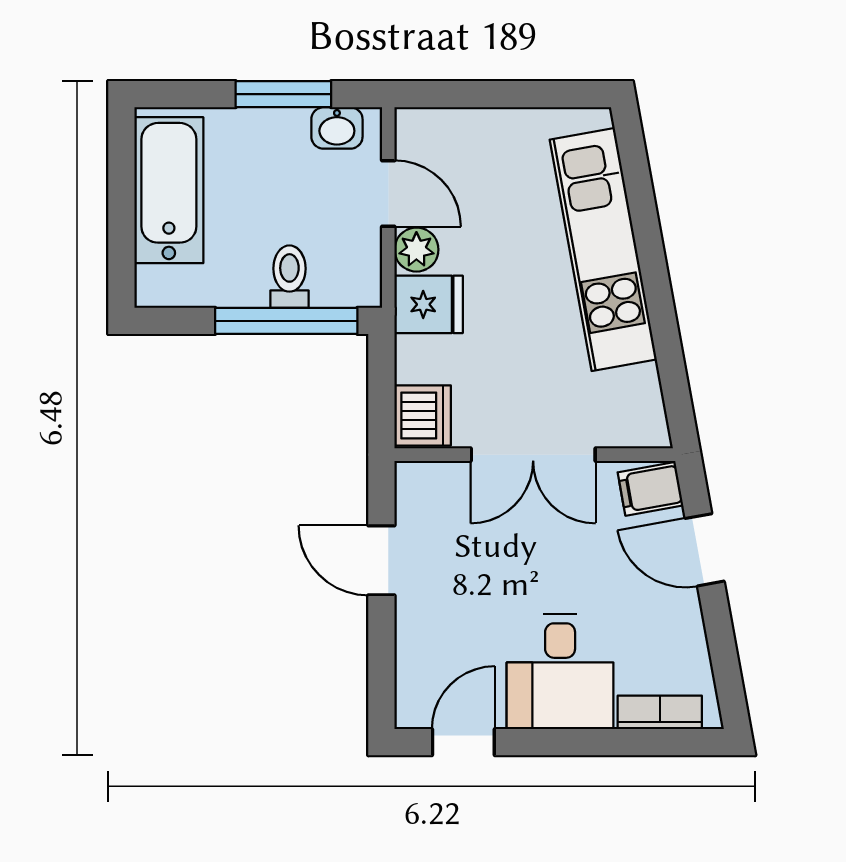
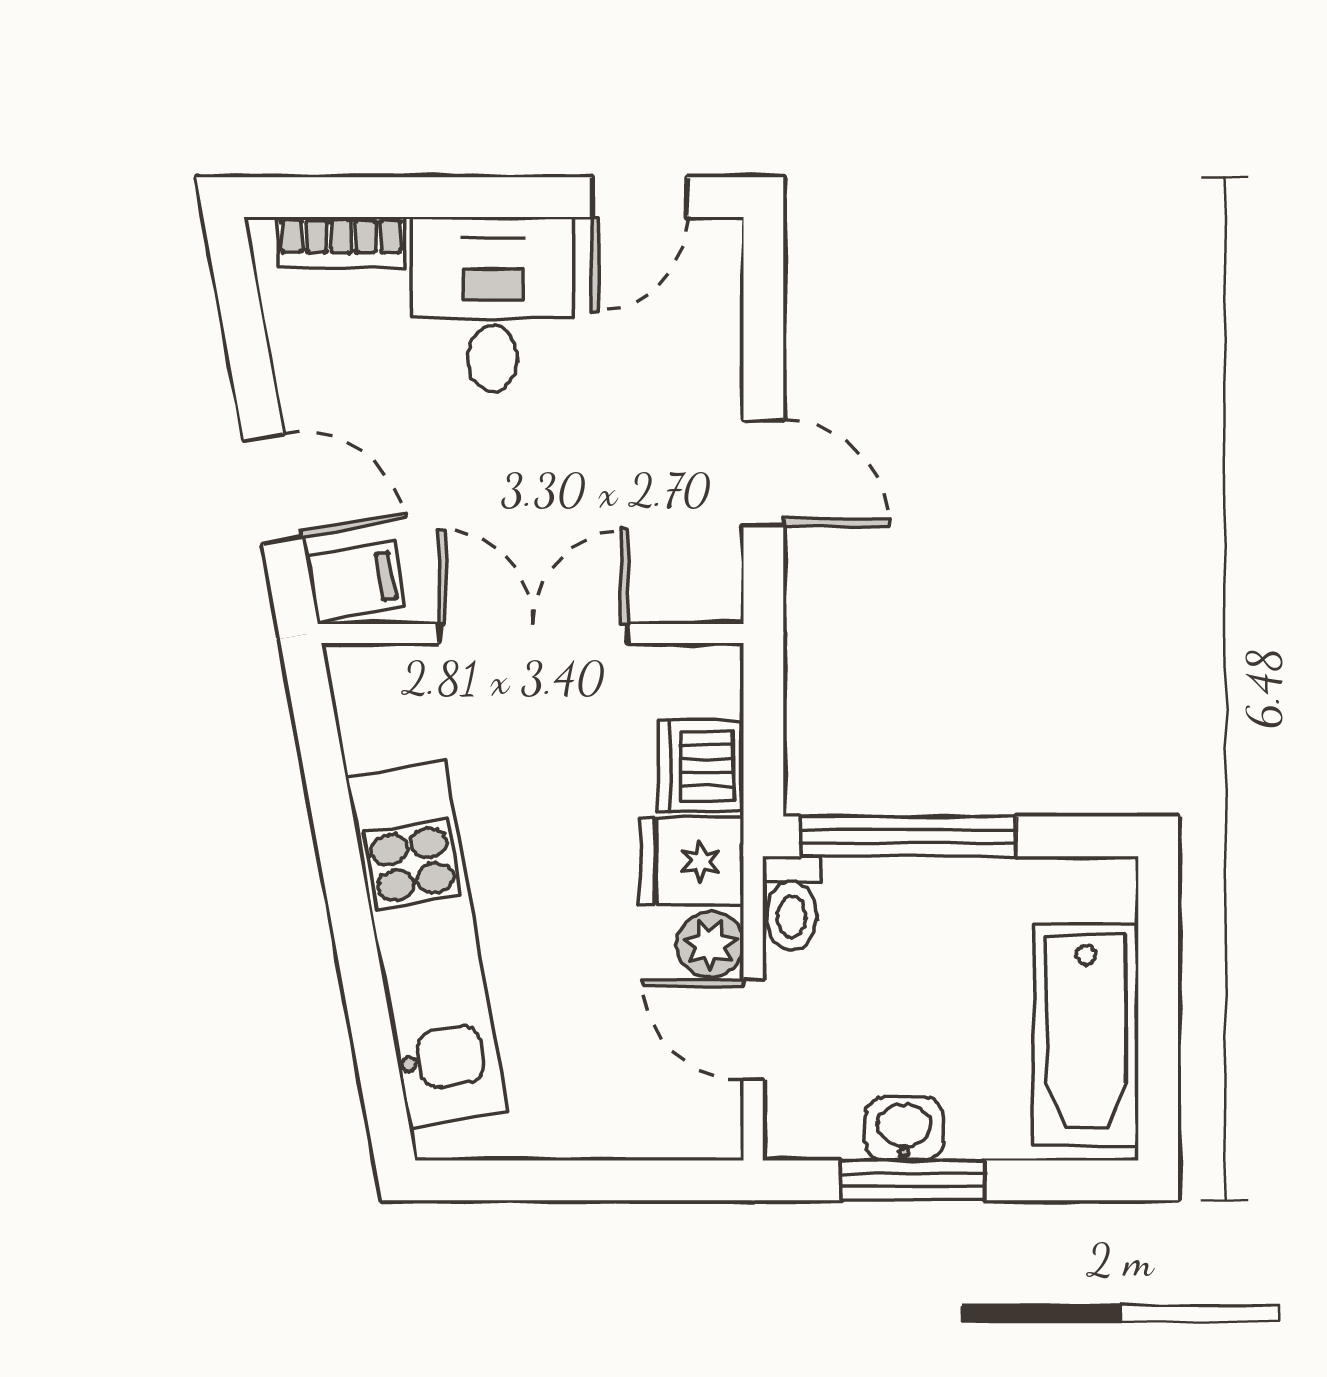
washbasin: (337, 128) -> (904, 1129), moved
toilet: (289, 277) -> (792, 903), moved
dishwasher: (423, 415) -> (701, 766), moved

